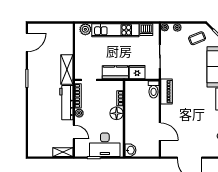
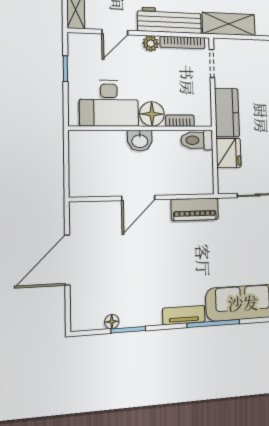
toilet: (154, 89) -> (197, 140), moved
door: (160, 132) -> (138, 198), moved
desk: (105, 145) -> (109, 103), moved, turned -90
washbasin: (130, 150) -> (140, 141), moved

